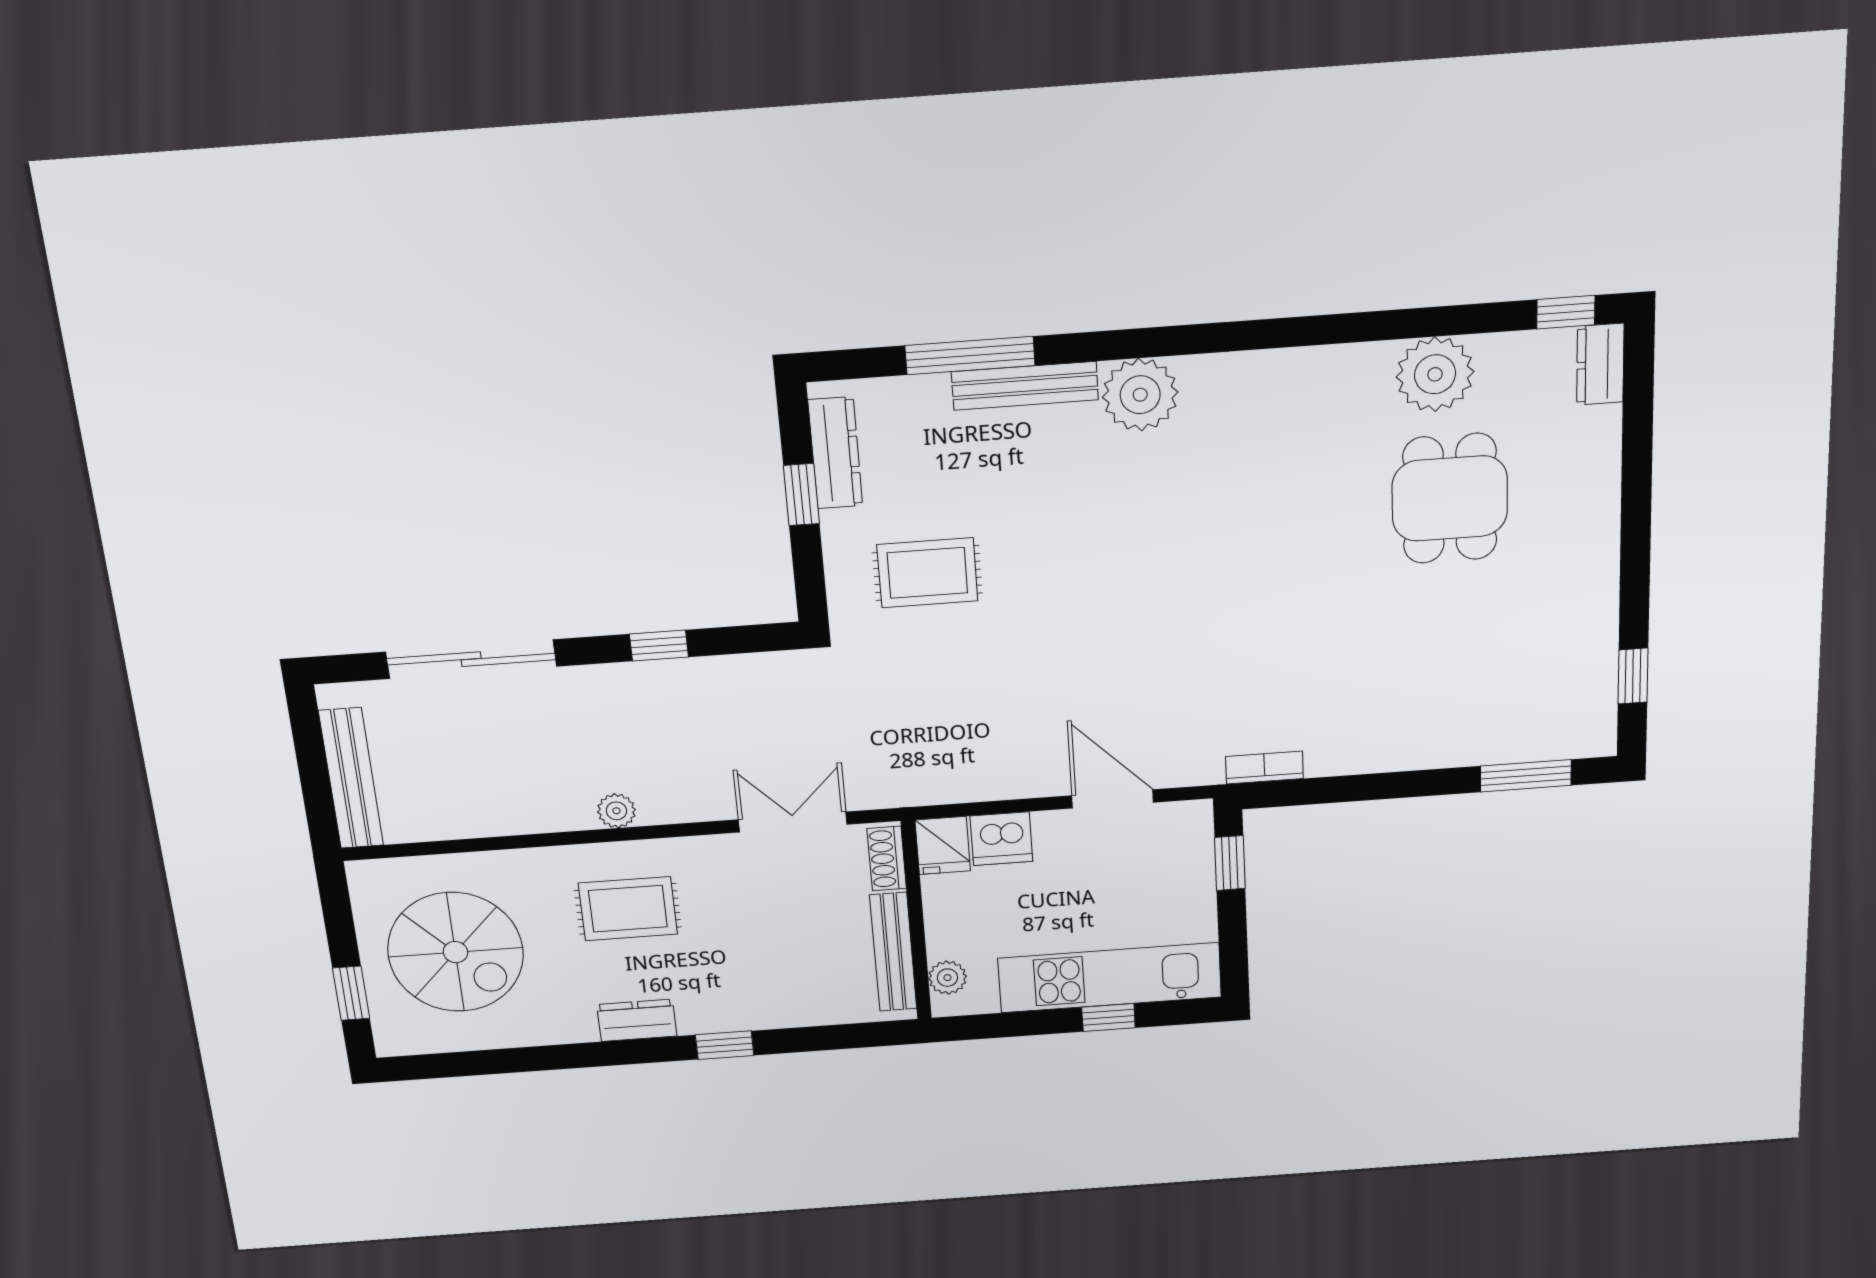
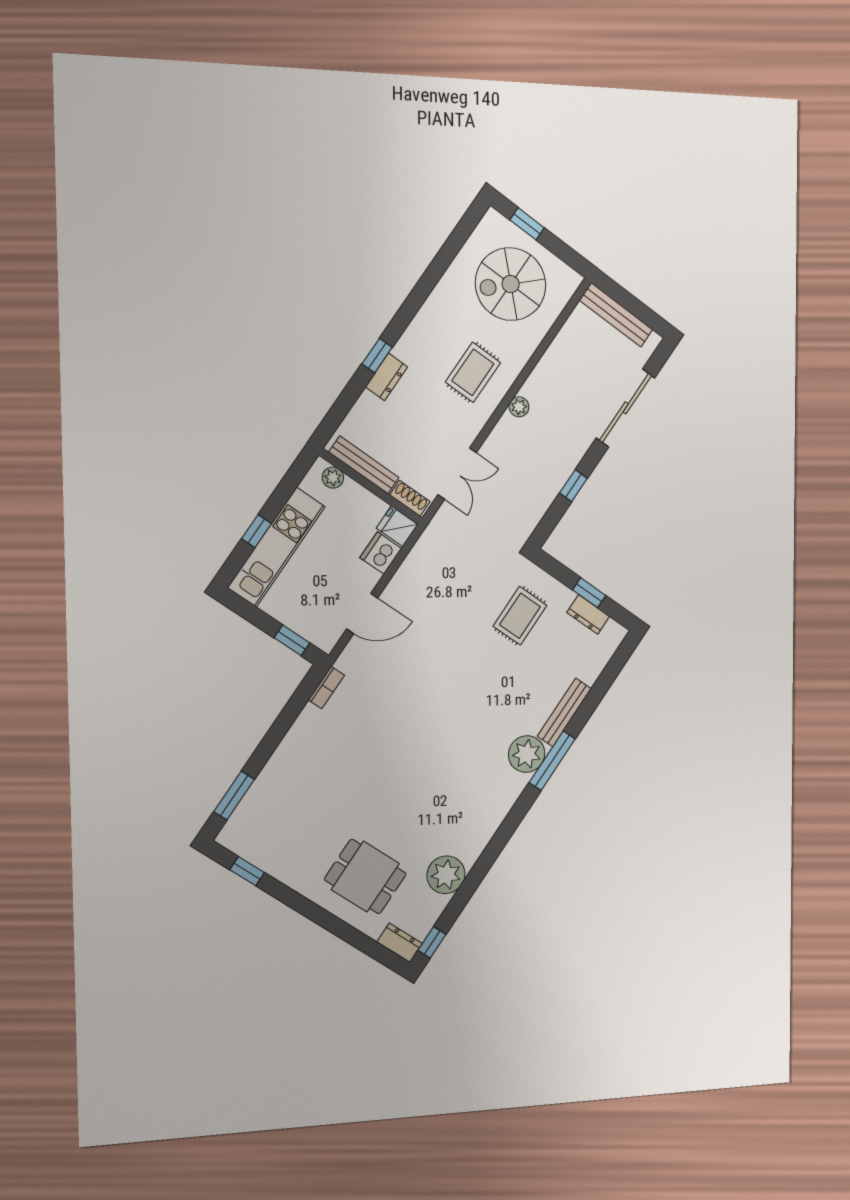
window: (970, 355) -> (552, 761), moved
dresser: (835, 453) -> (588, 614), width x0.70
dining table: (1450, 498) -> (365, 877), moved
dresser: (637, 1020) -> (386, 377), moved

